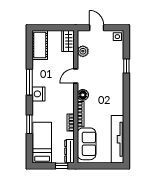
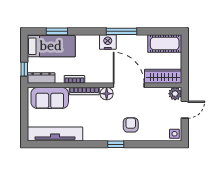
wardrobe: (68, 41) -> (163, 76), width x1.50
plant: (83, 51) -> (175, 94), moved
window: (126, 66) -> (116, 144), moved
armchair: (110, 74) -> (131, 125), added
door: (76, 76) -> (129, 85), width x1.88
window: (29, 124) -> (57, 31), moved

